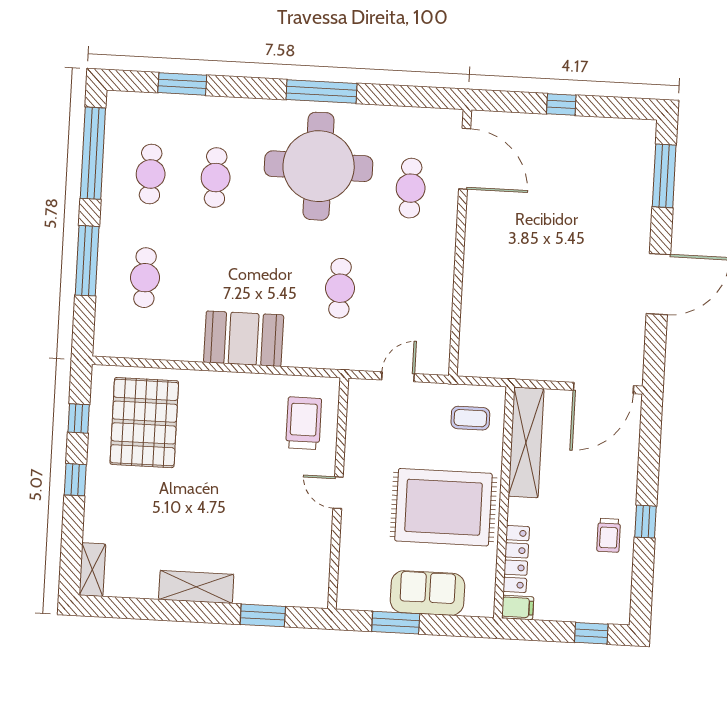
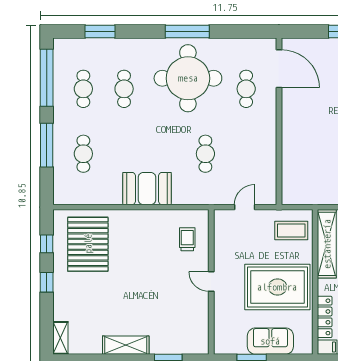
coffee table: (470, 418) -> (291, 230), width x1.36, depth x1.30
trolley: (304, 423) -> (187, 239), width x0.73, depth x0.72

